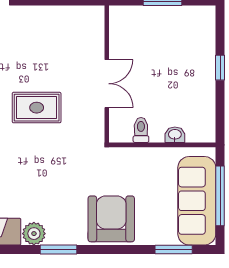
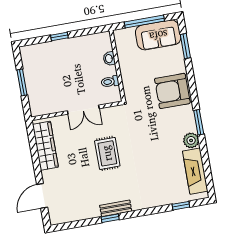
wardrobe: (64, 19) -> (45, 146), added
double door: (107, 84) -> (83, 110), swing flipped
sofa: (197, 201) -> (158, 35), width x0.73

